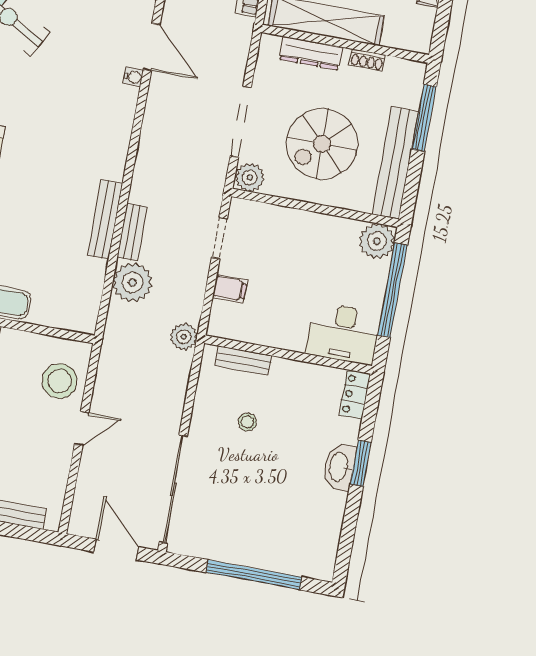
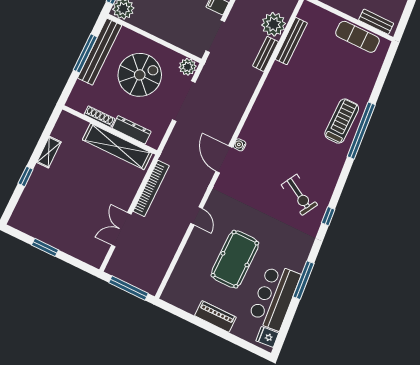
shoe rack: (367, 60) -> (99, 117), width x1.43
window: (424, 118) -> (85, 53), moved
bench: (105, 219) -> (291, 41), moved
doorway: (219, 238) -> (215, 36), width x1.38

